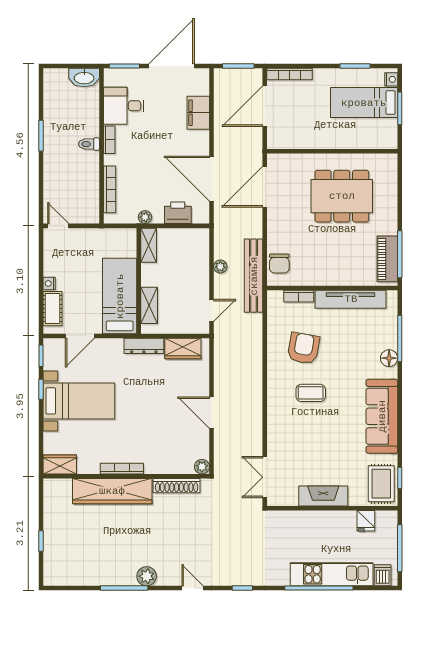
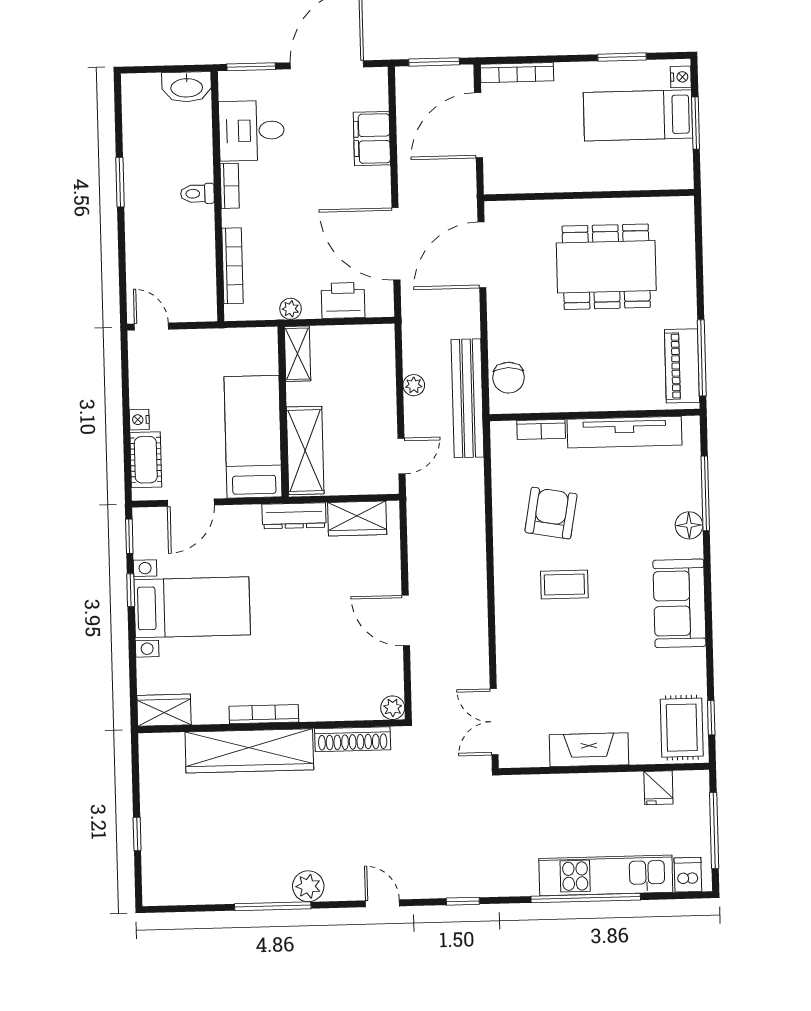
shelving: (149, 305) -> (305, 450), width x1.50, depth x1.33
sofa: (382, 416) -> (679, 603), width x0.73

